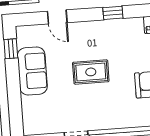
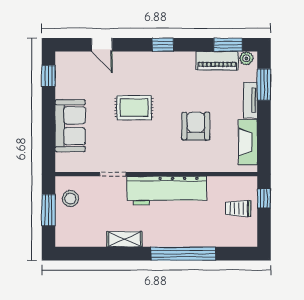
sofa: (32, 71) -> (70, 126), moved

